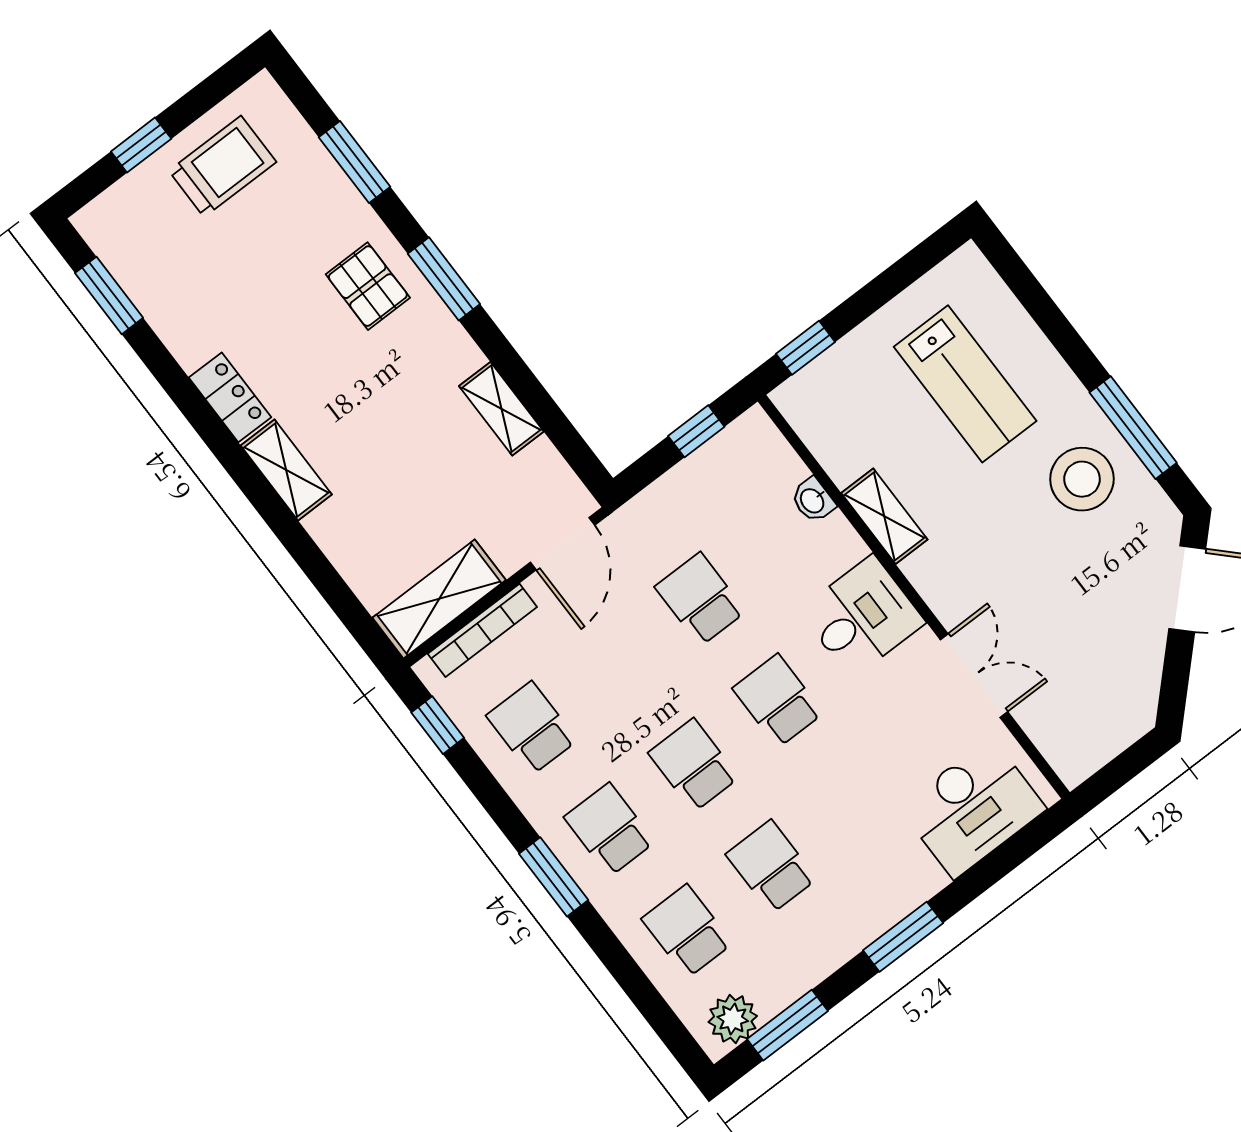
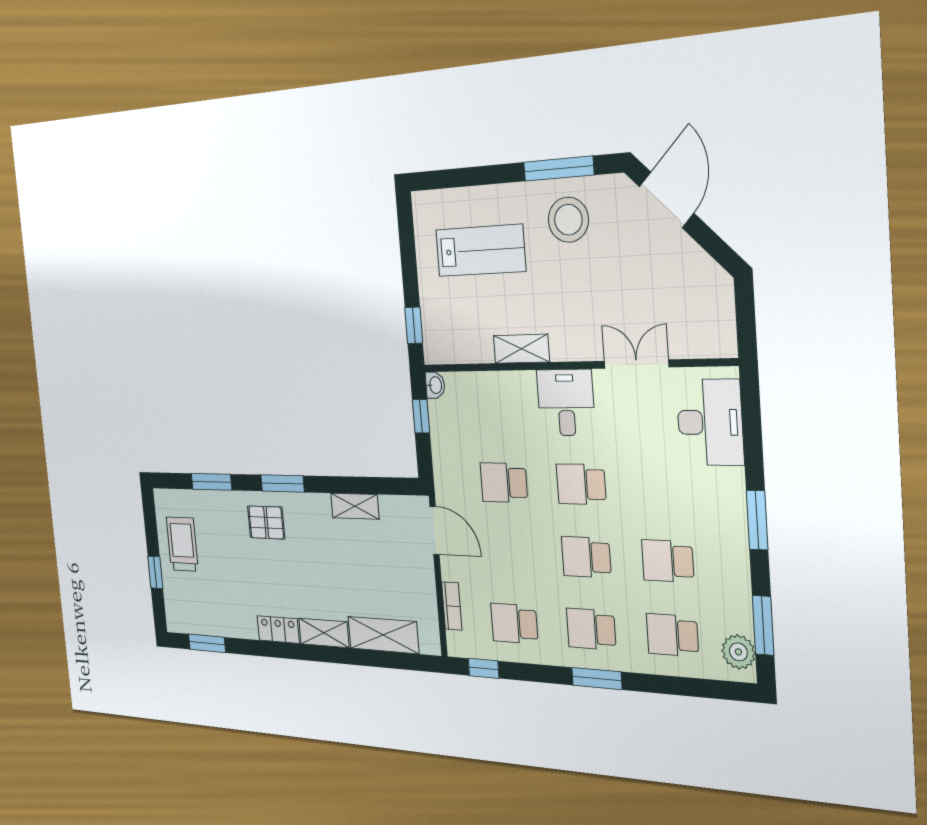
washbasin: (813, 500) -> (435, 385), moved, turned -90
shelving: (439, 599) -> (383, 635), moved, turned 90
bookcase: (482, 630) -> (452, 606), width x0.64

